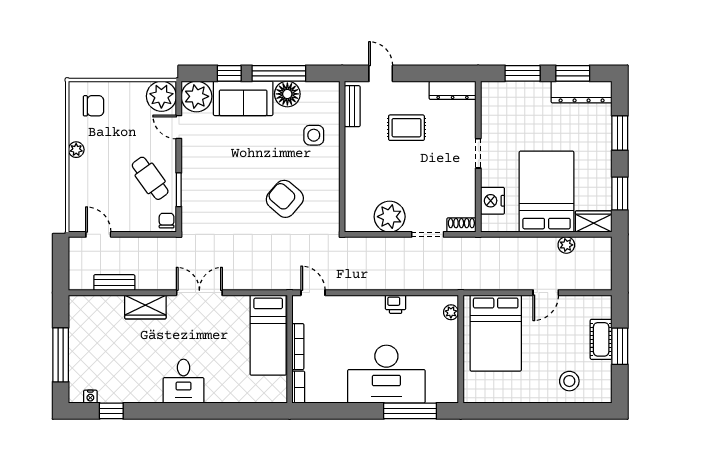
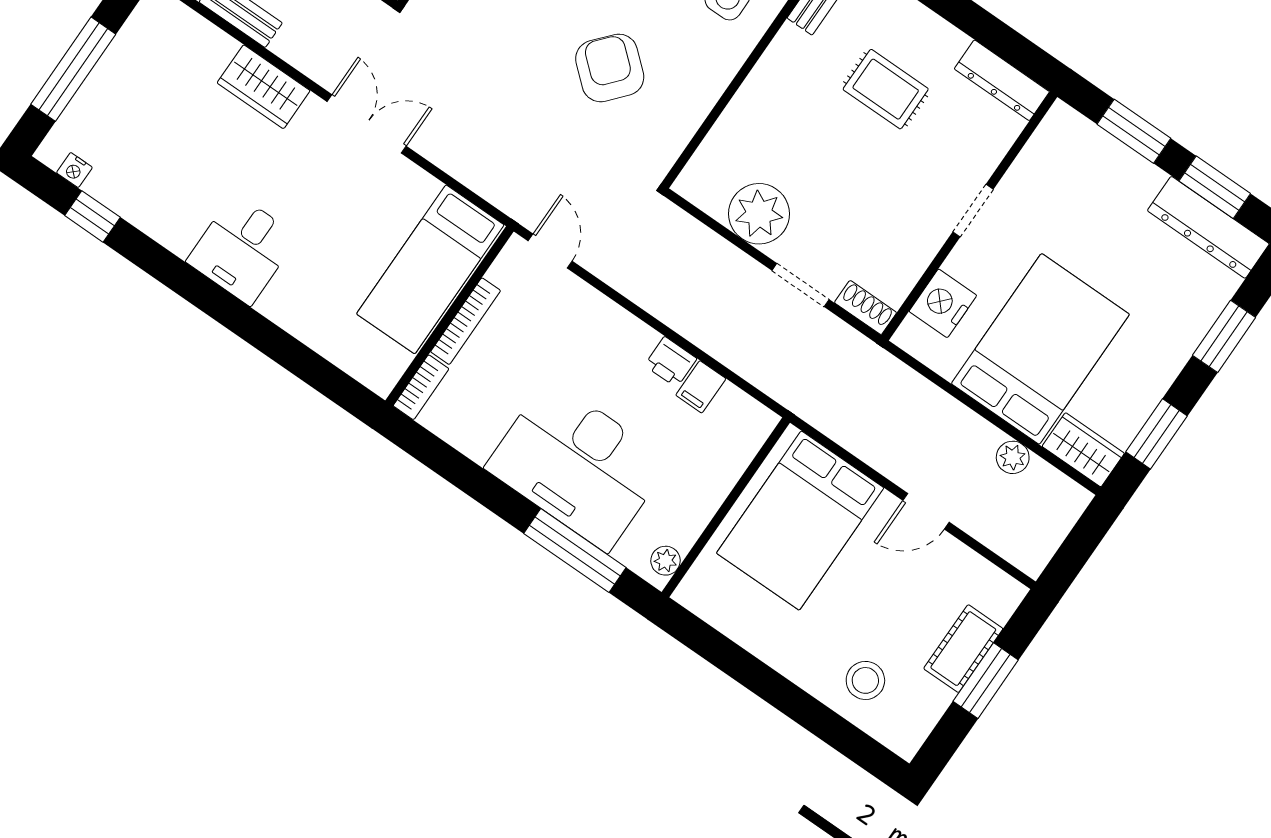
filing cabinet: (415, 306) -> (701, 387), added
plant: (451, 312) -> (666, 561), moved

